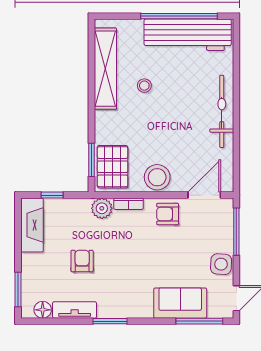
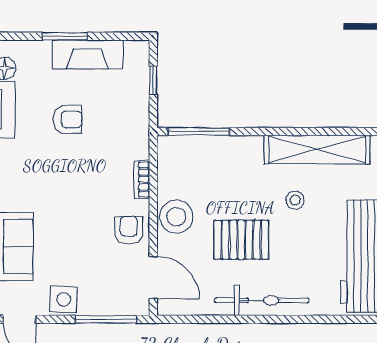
window: (91, 160) -> (199, 131), width x1.44
pallet: (113, 167) -> (241, 240), moved
plant: (102, 208) -> (136, 145), removed
fireplace: (32, 225) -> (87, 54), moved
window: (18, 289) -> (65, 36), moved

